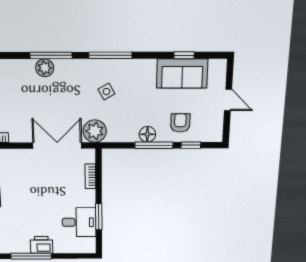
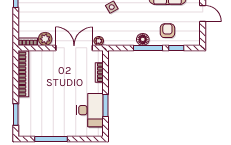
plant: (95, 131) -> (99, 41), width x0.53, depth x0.53
plant: (18, 134) -> (45, 39), added
desk: (79, 222) -> (90, 110), width x1.37
printer: (41, 245) -> (60, 129), removed

